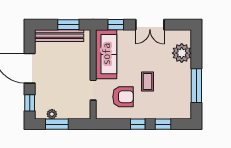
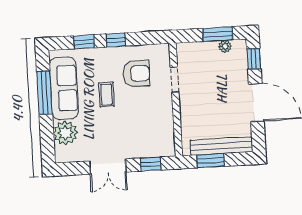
double door: (150, 25) -> (108, 167), swing flipped
sofa: (106, 54) -> (64, 88), moved, turned 180
armchair: (123, 97) -> (136, 73), turned 180

